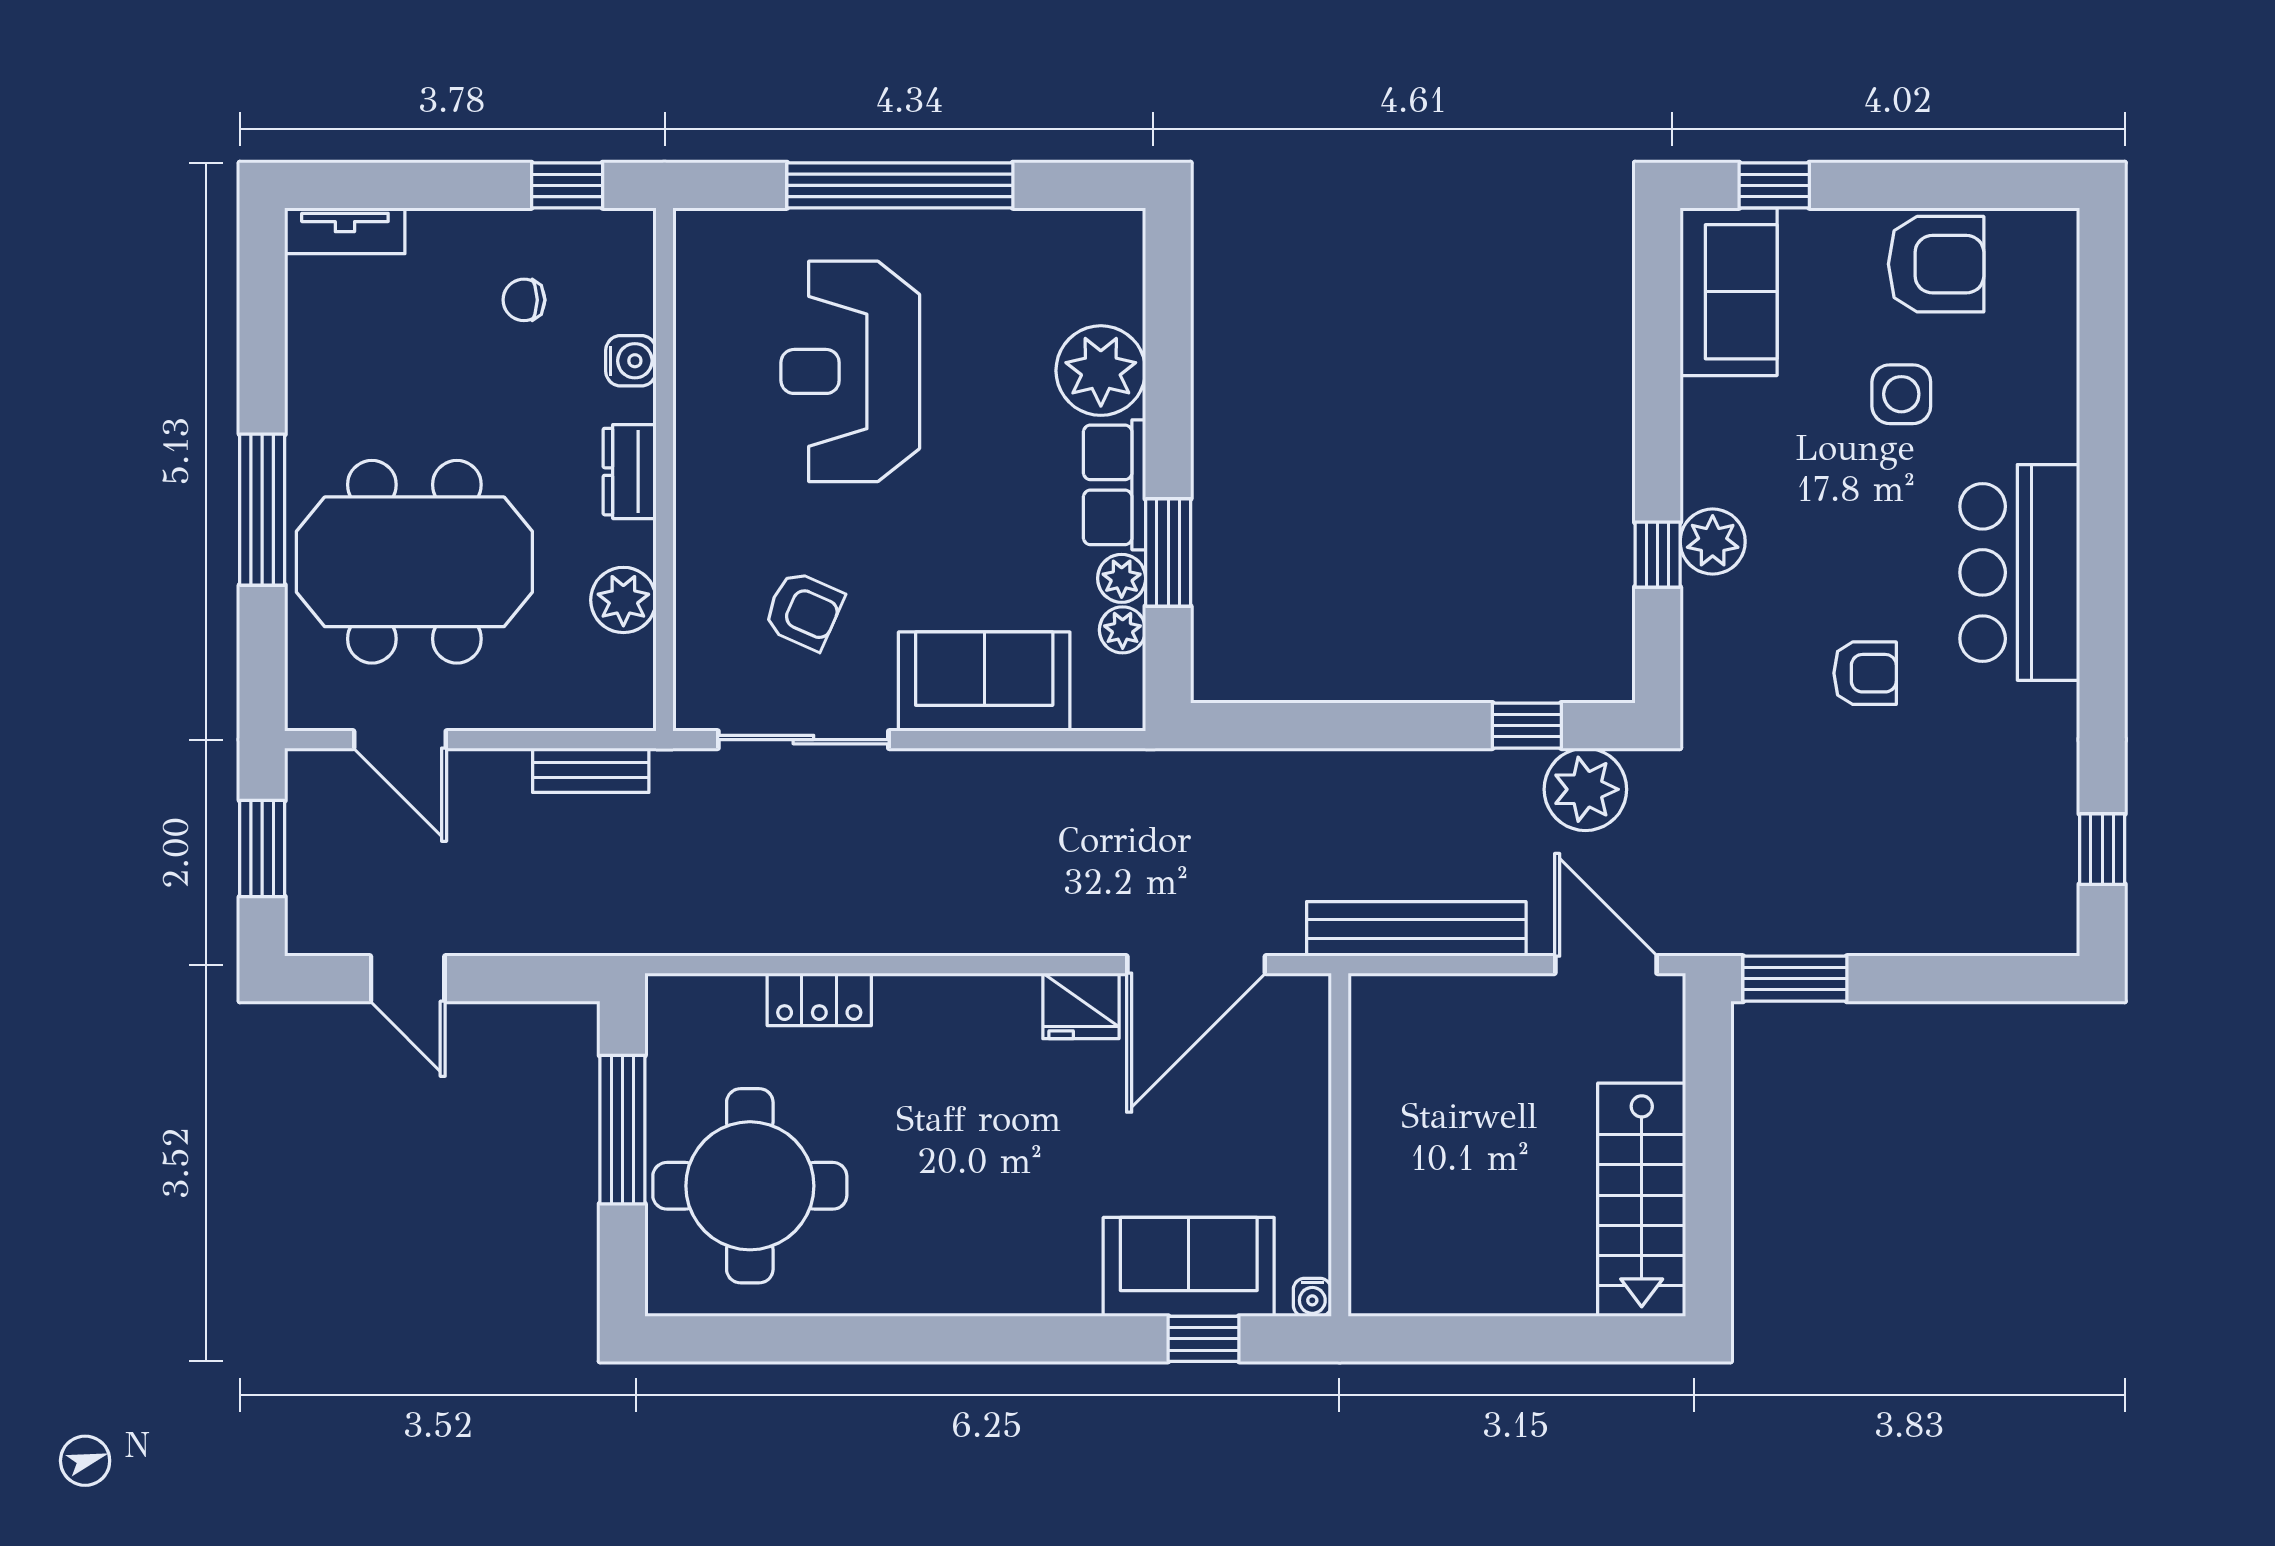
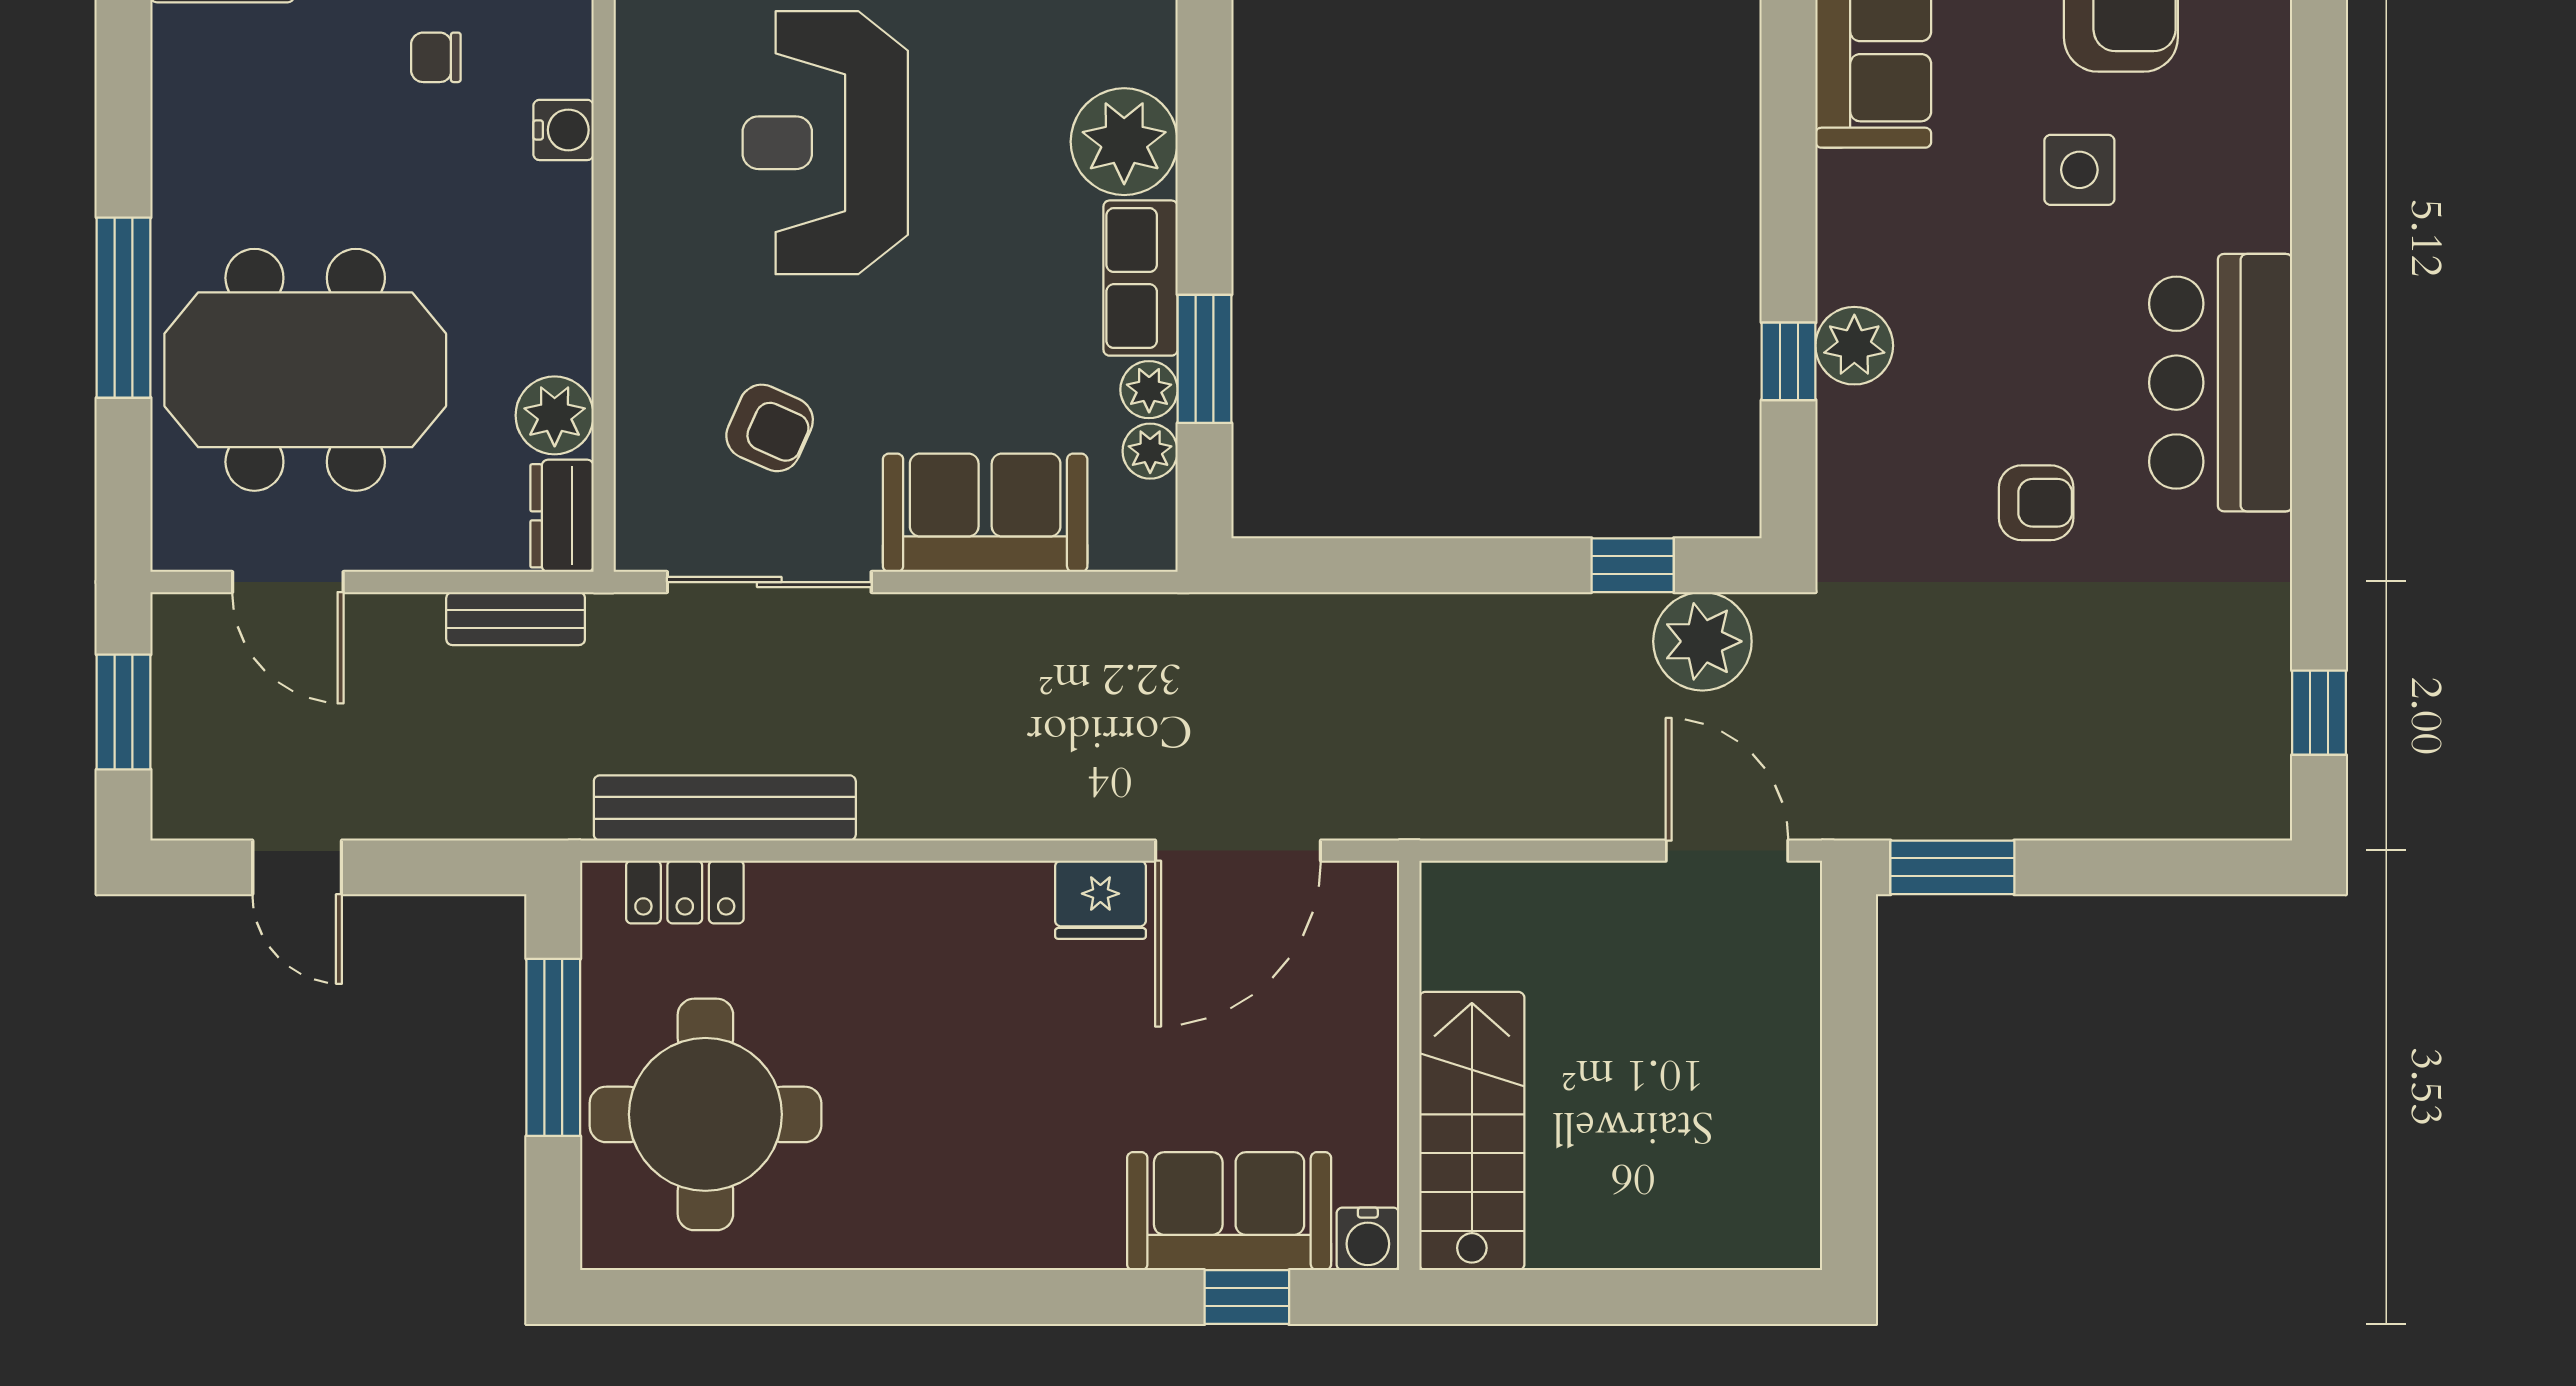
dresser: (630, 472) -> (562, 516), moved
bench: (1416, 929) -> (725, 808), moved
locker: (819, 999) -> (685, 892), moved
stairs: (1642, 1200) -> (1472, 1131), moved, turned 180
water cooler: (1312, 1297) -> (1368, 1239), width x1.38, depth x1.38

